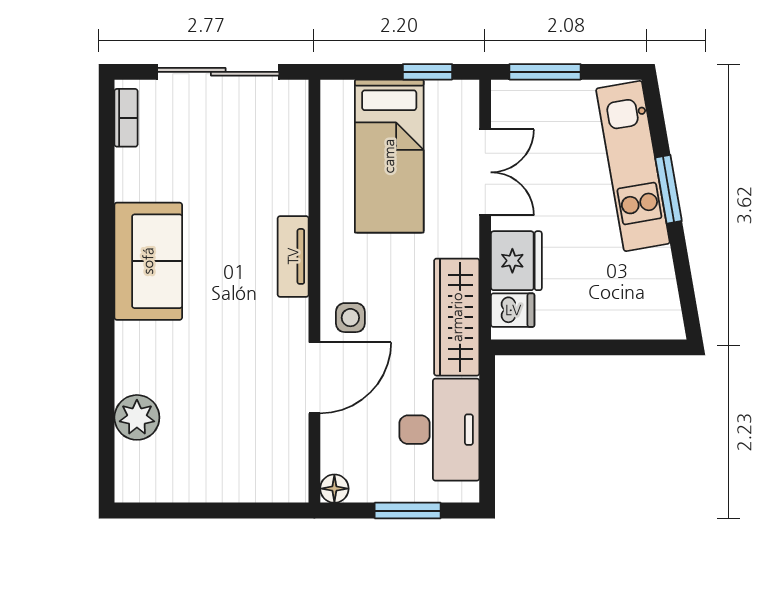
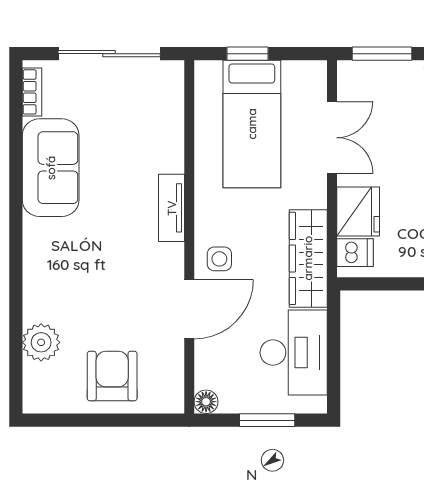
window: (427, 72) -> (247, 54), moved
sofa: (148, 261) -> (51, 168), moved
armchair: (222, 458) -> (112, 376), added

